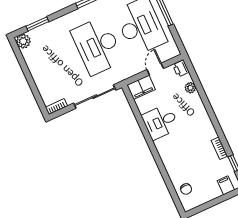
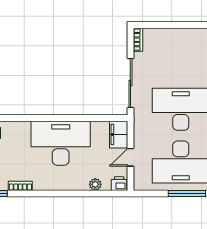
door: (155, 69) -> (130, 157), swing flipped
desk: (160, 122) -> (61, 143), width x1.87, depth x1.30

